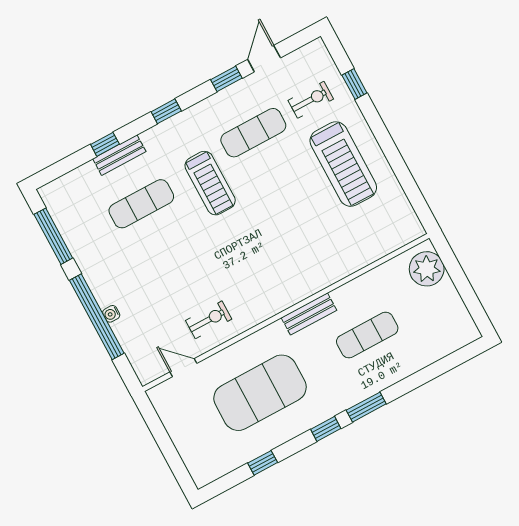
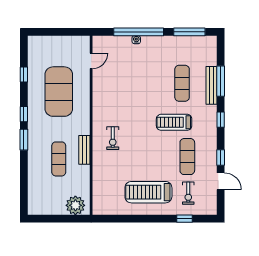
window: (105, 144) -> (221, 81), width x2.17
bench: (119, 155) -> (212, 85), width x1.36
bench: (309, 314) -> (84, 150), moved
exercise bike: (209, 320) -> (113, 138), moved

